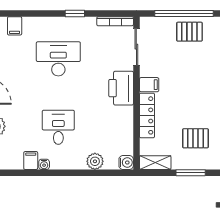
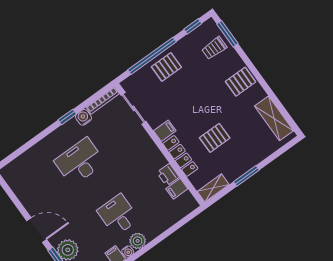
filing cabinet: (15, 26) -> (177, 189), moved, turned 90
printer: (121, 88) -> (168, 175), moved, width x0.53, depth x0.68
pallet: (195, 138) -> (215, 138), moved
plant: (95, 161) -> (138, 241), moved
water cooler: (126, 162) -> (83, 117), moved, turned -90

